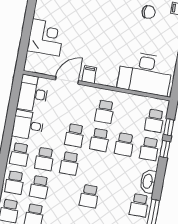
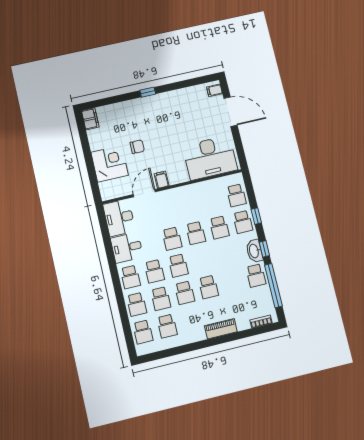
chair: (149, 12) -> (137, 147), moved
school desk: (105, 112) -> (185, 293), moved
window: (169, 127) -> (264, 249), moved

